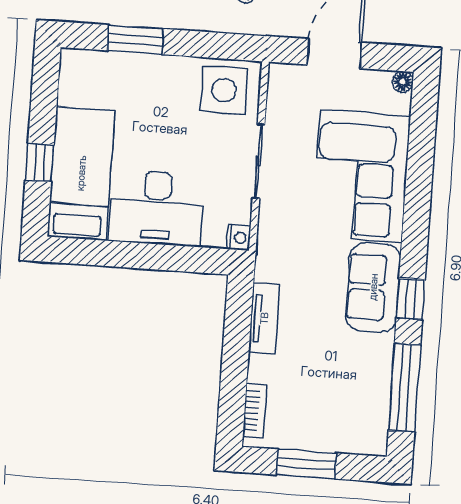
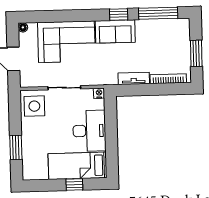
bookcase: (255, 411) -> (168, 79), width x1.56

